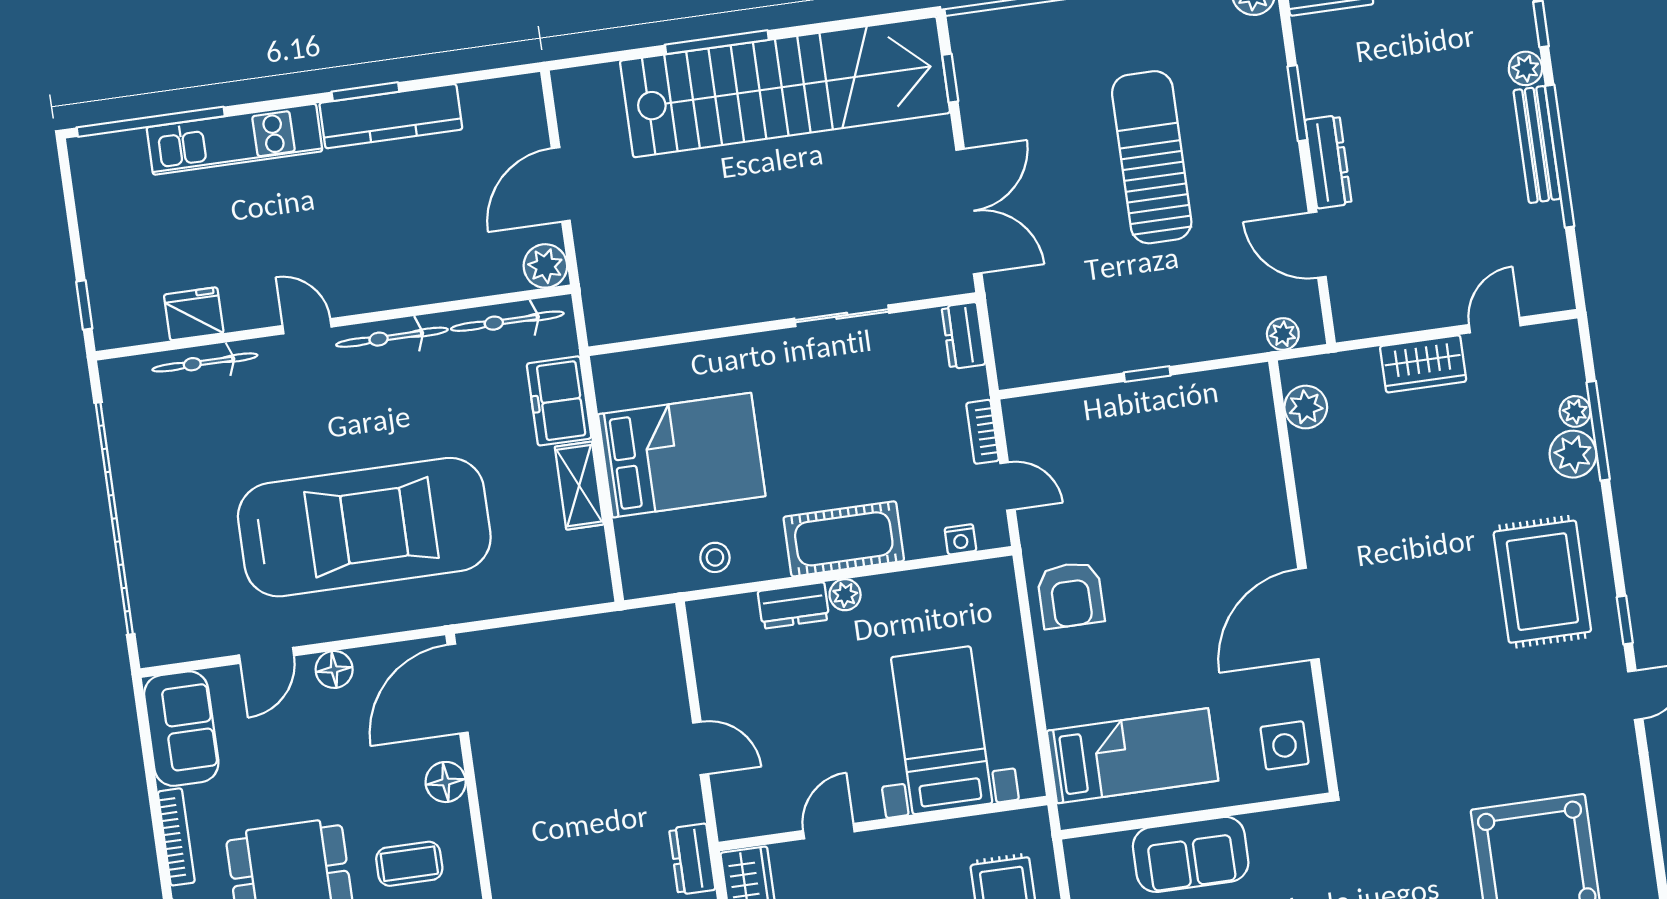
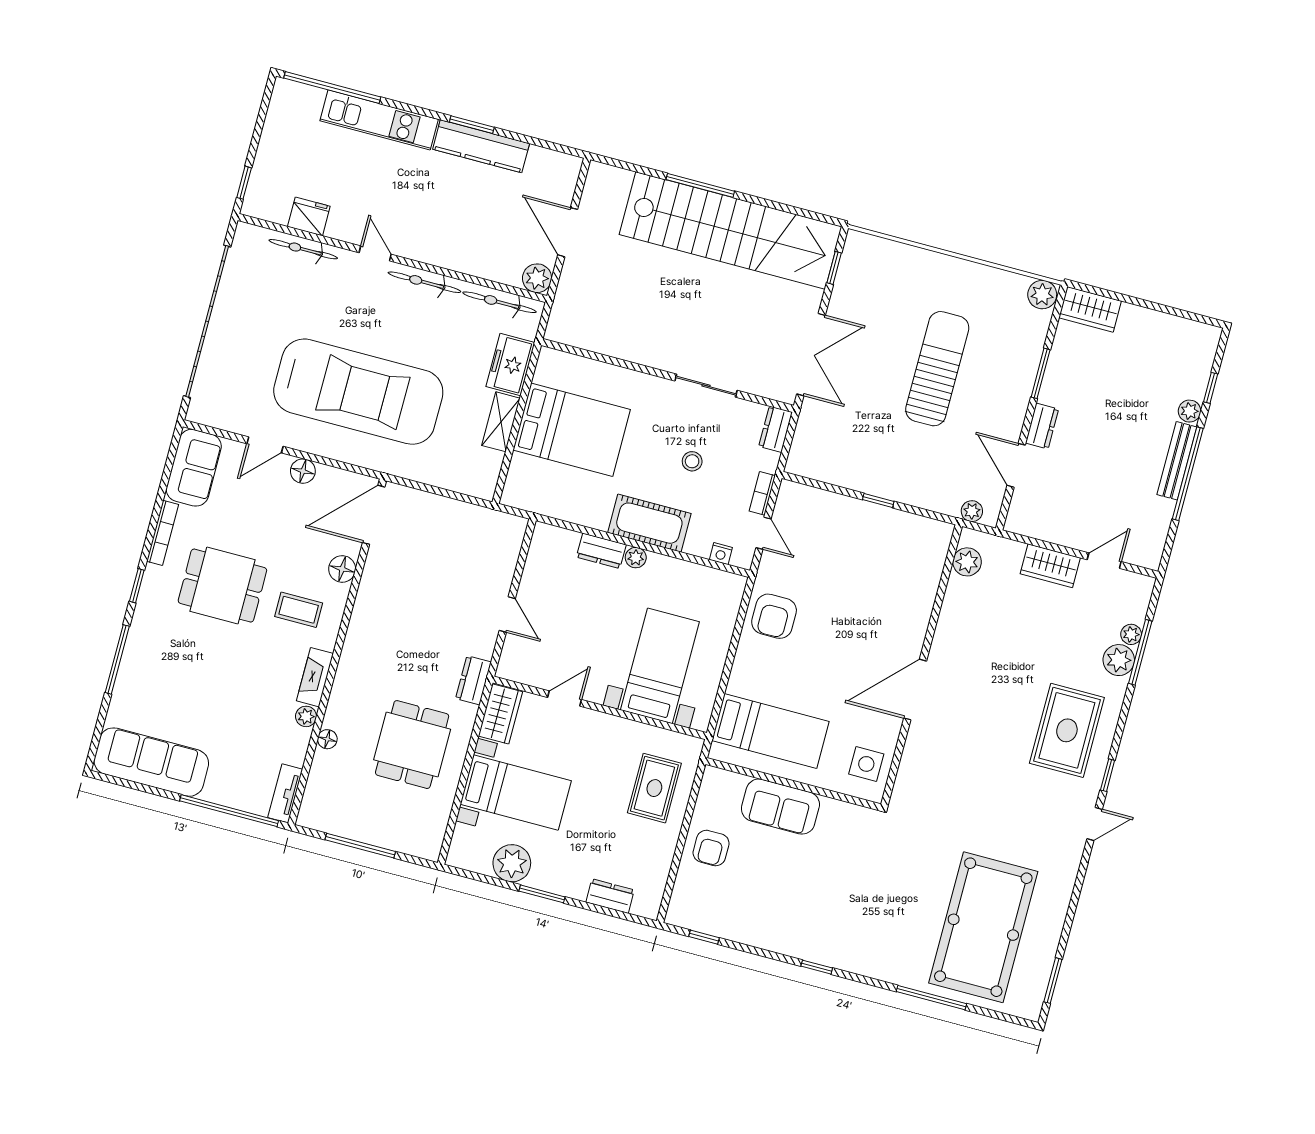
dresser: (1328, 162) -> (1042, 426), width x0.70
door: (561, 184) -> (568, 232), hinge flipped
stool: (715, 557) -> (692, 461), moved

